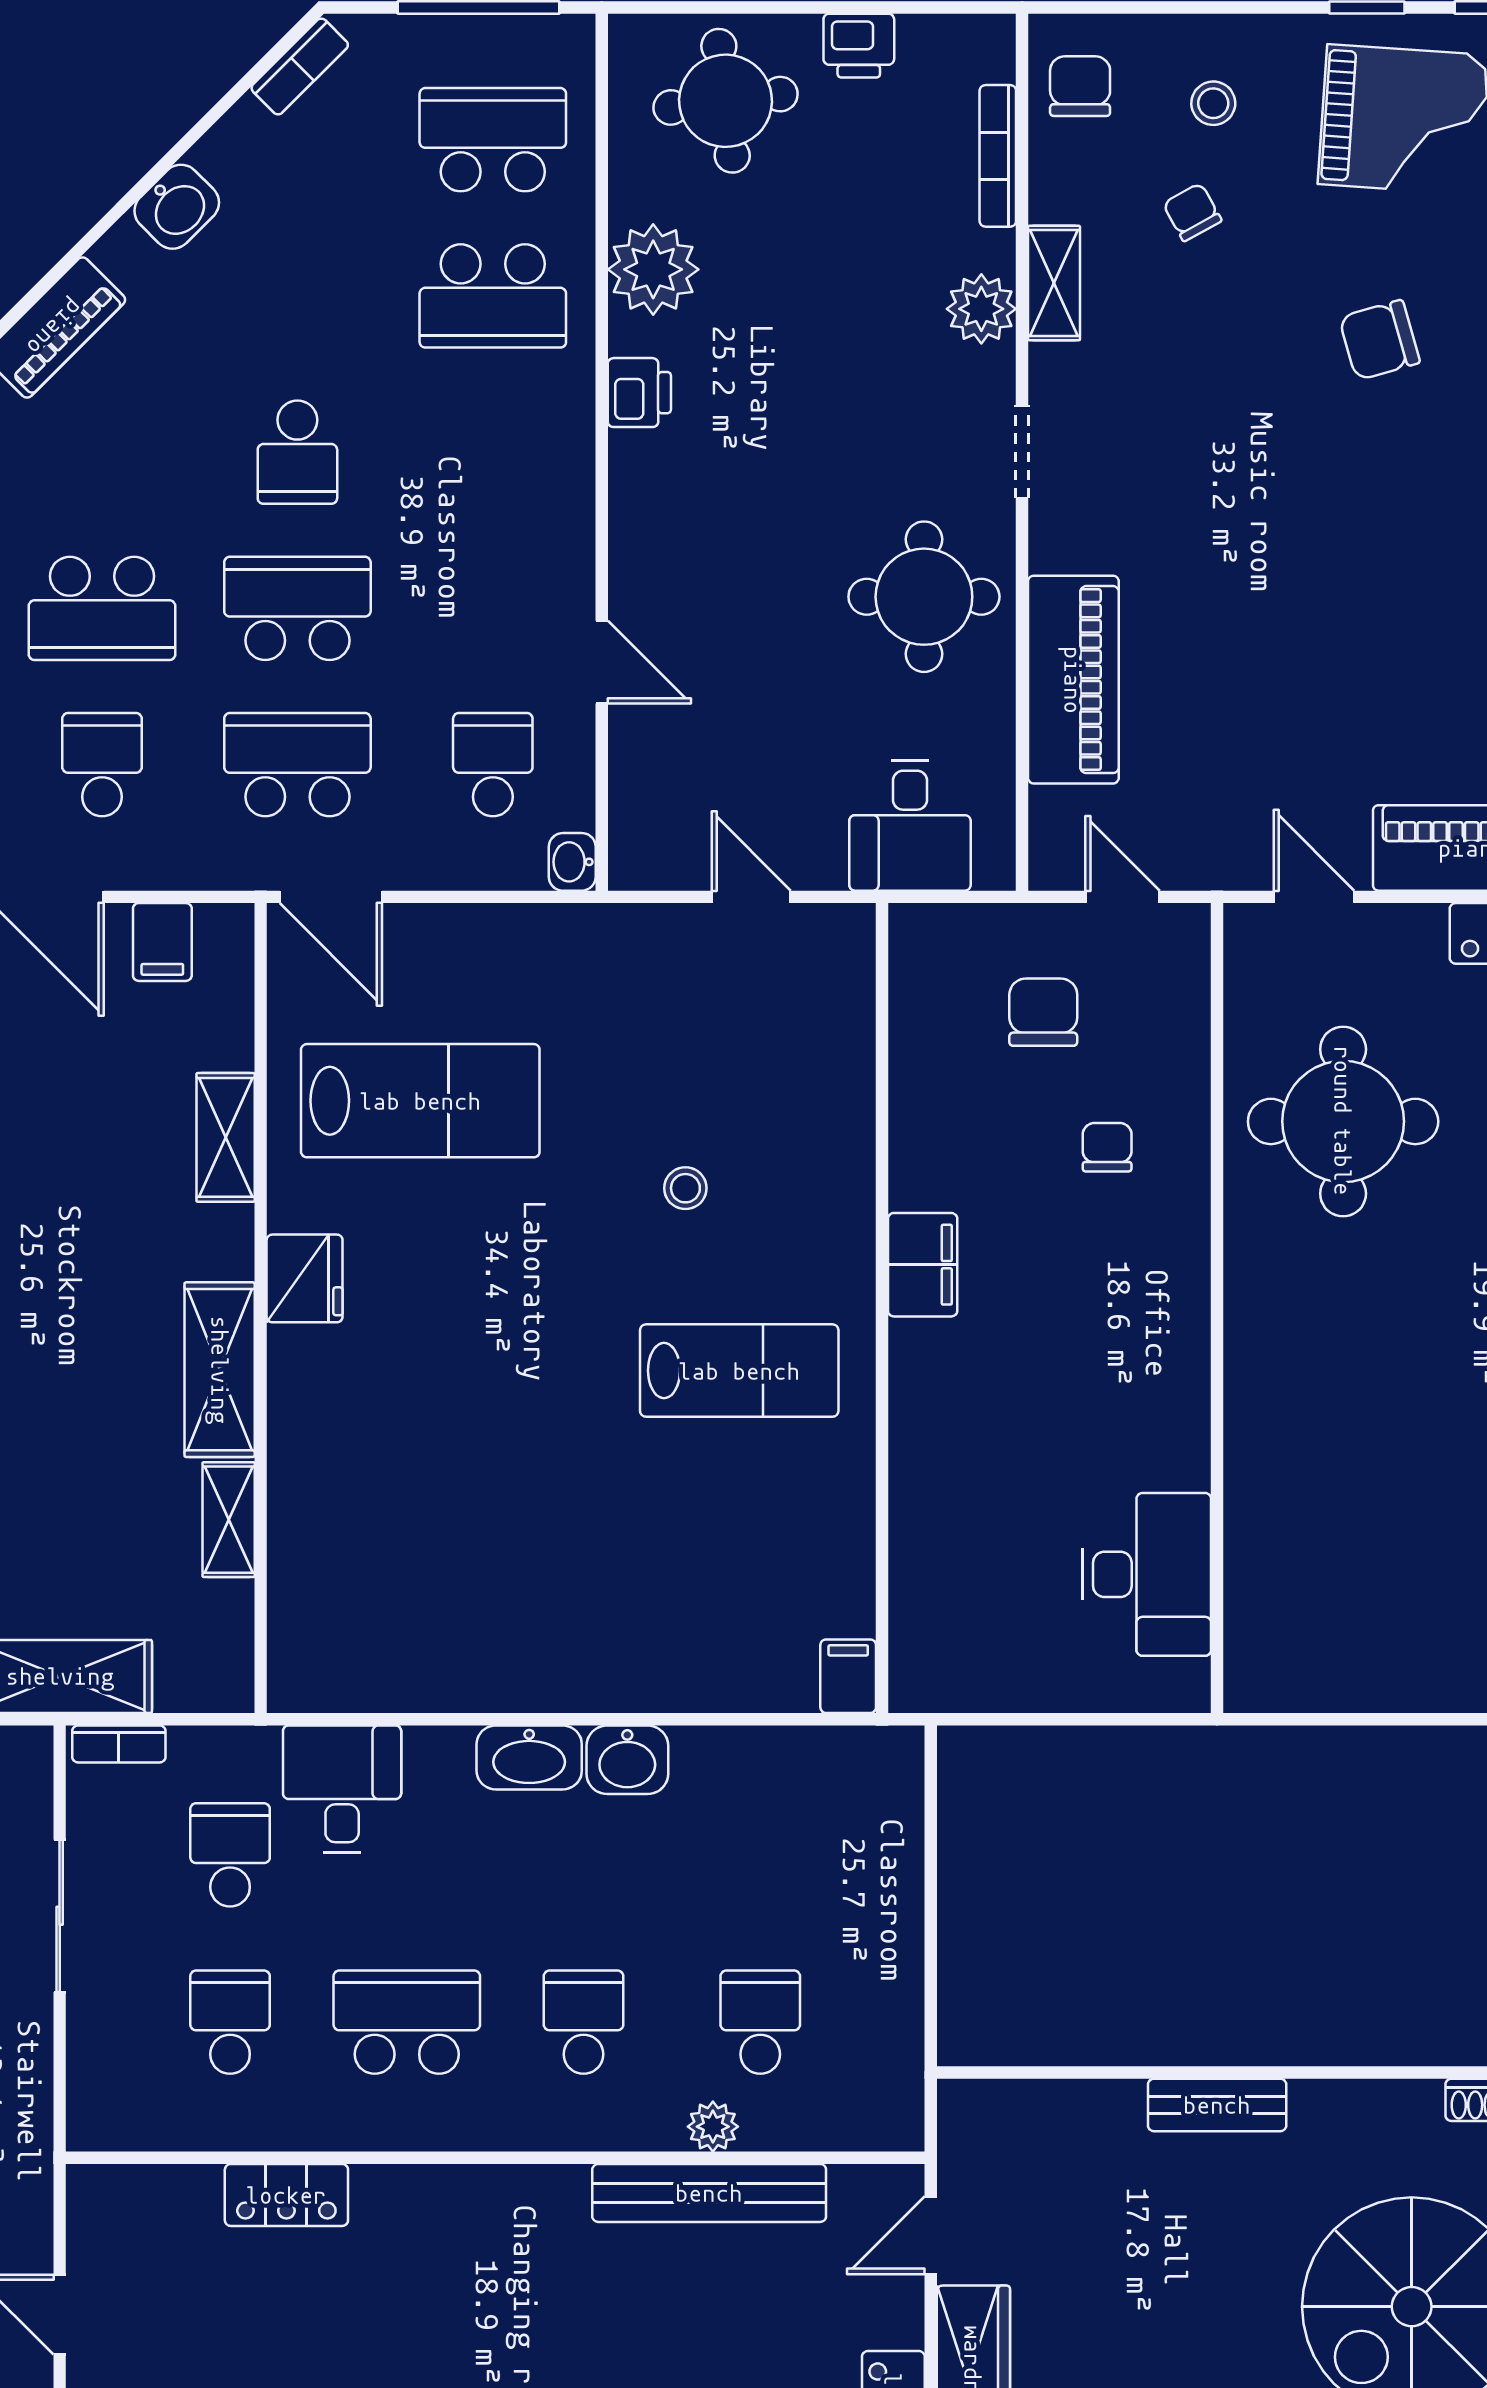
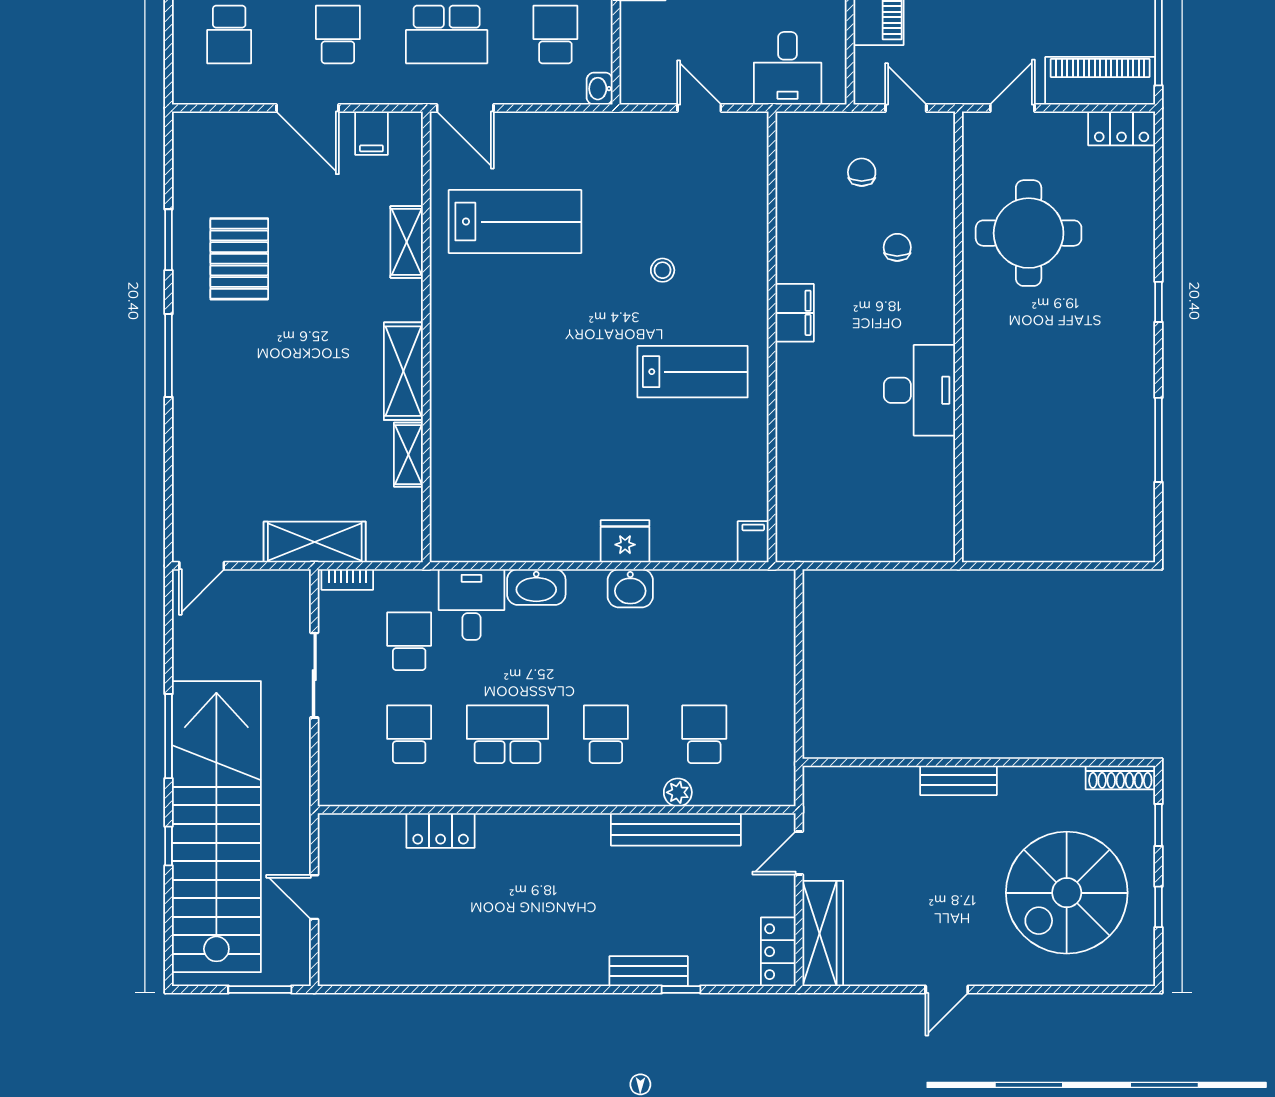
school desk: (297, 765) -> (447, 34), turned 180
door: (1314, 897) -> (1012, 108), hinge flipped
chair: (1043, 1012) -> (862, 172), width x0.73, depth x0.73
fridge: (305, 1278) -> (625, 541), moved, turned -90
desk: (1147, 1574) -> (919, 390), moved
washbasin: (529, 1757) -> (536, 587), moved

